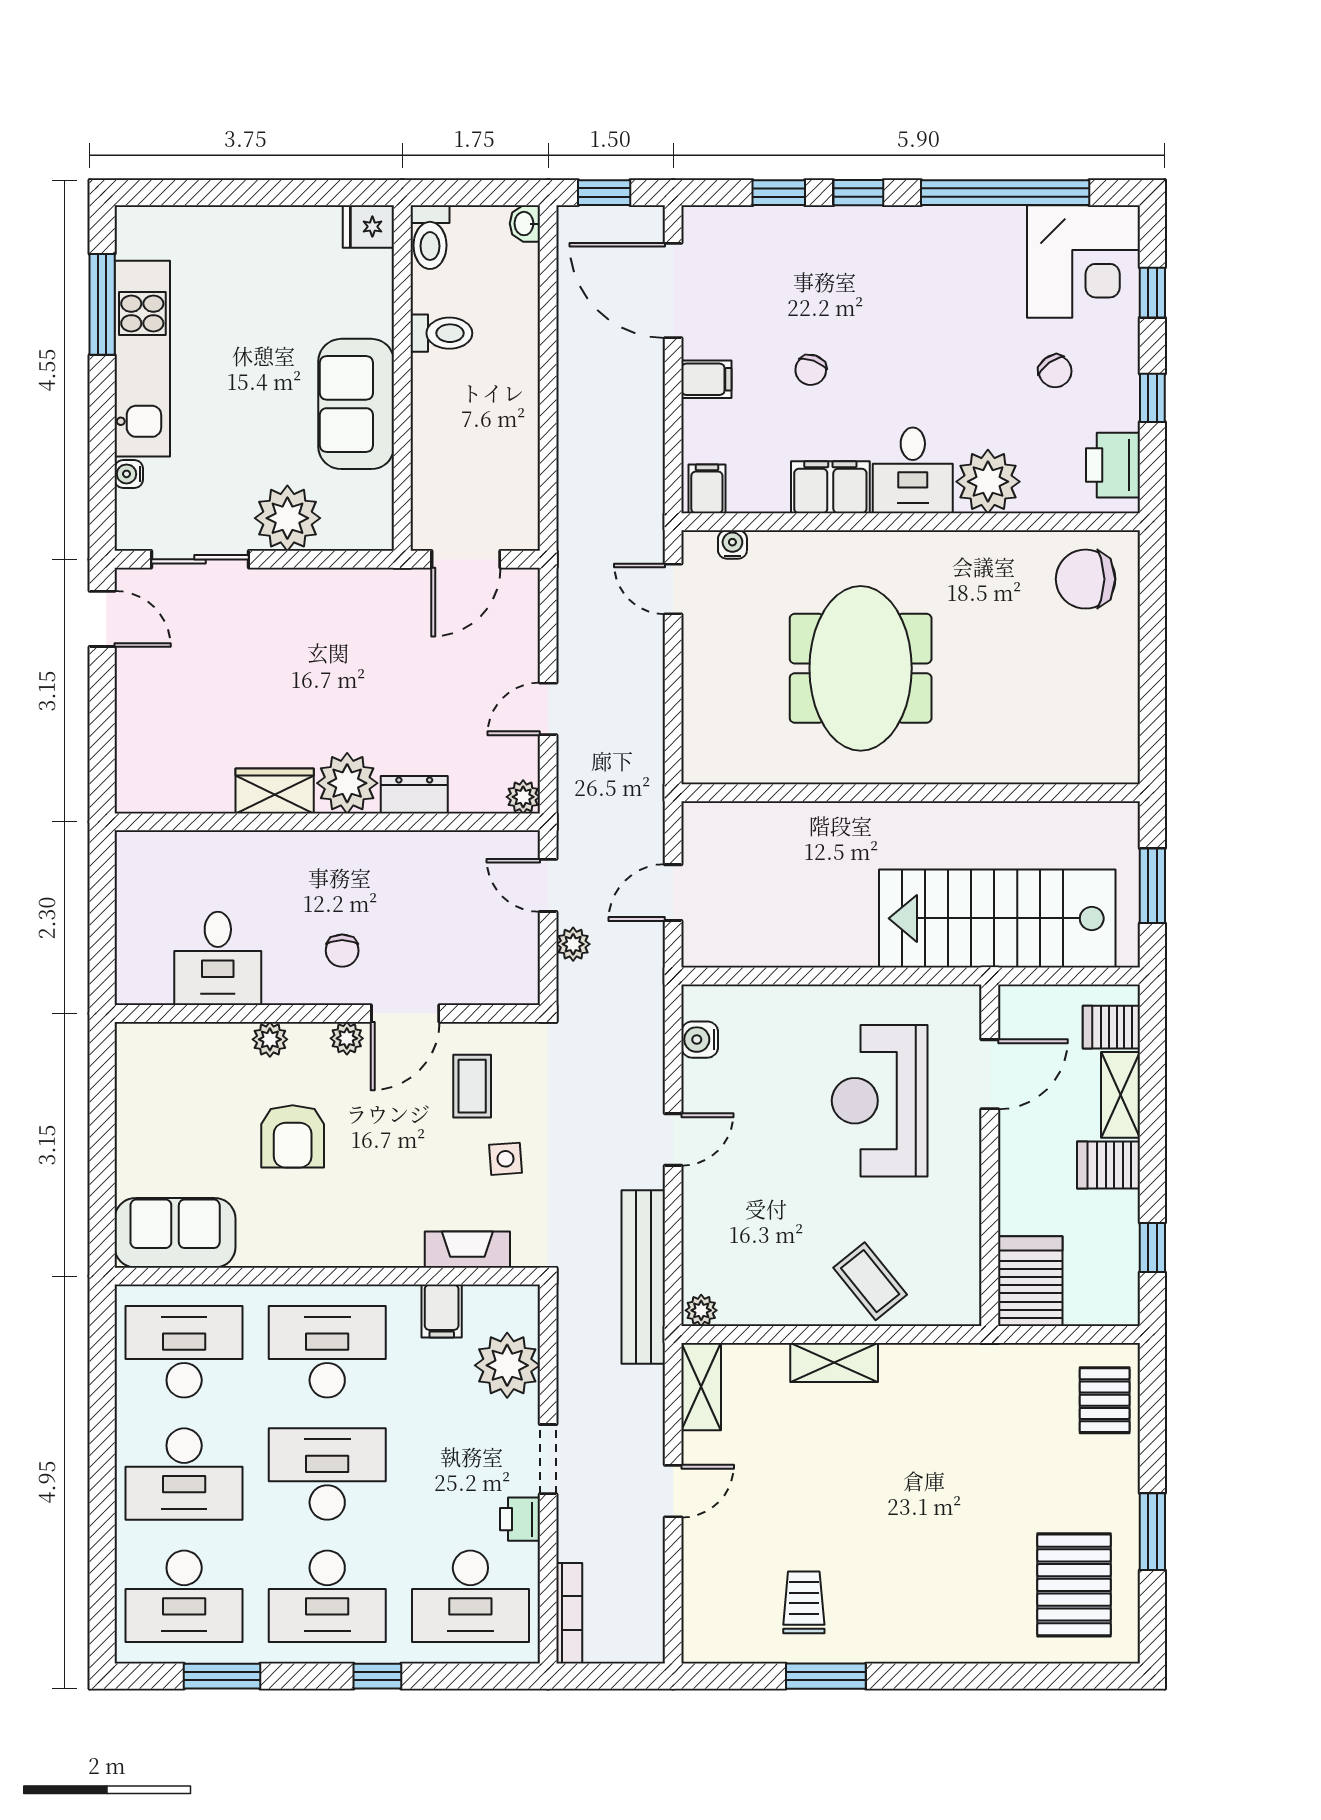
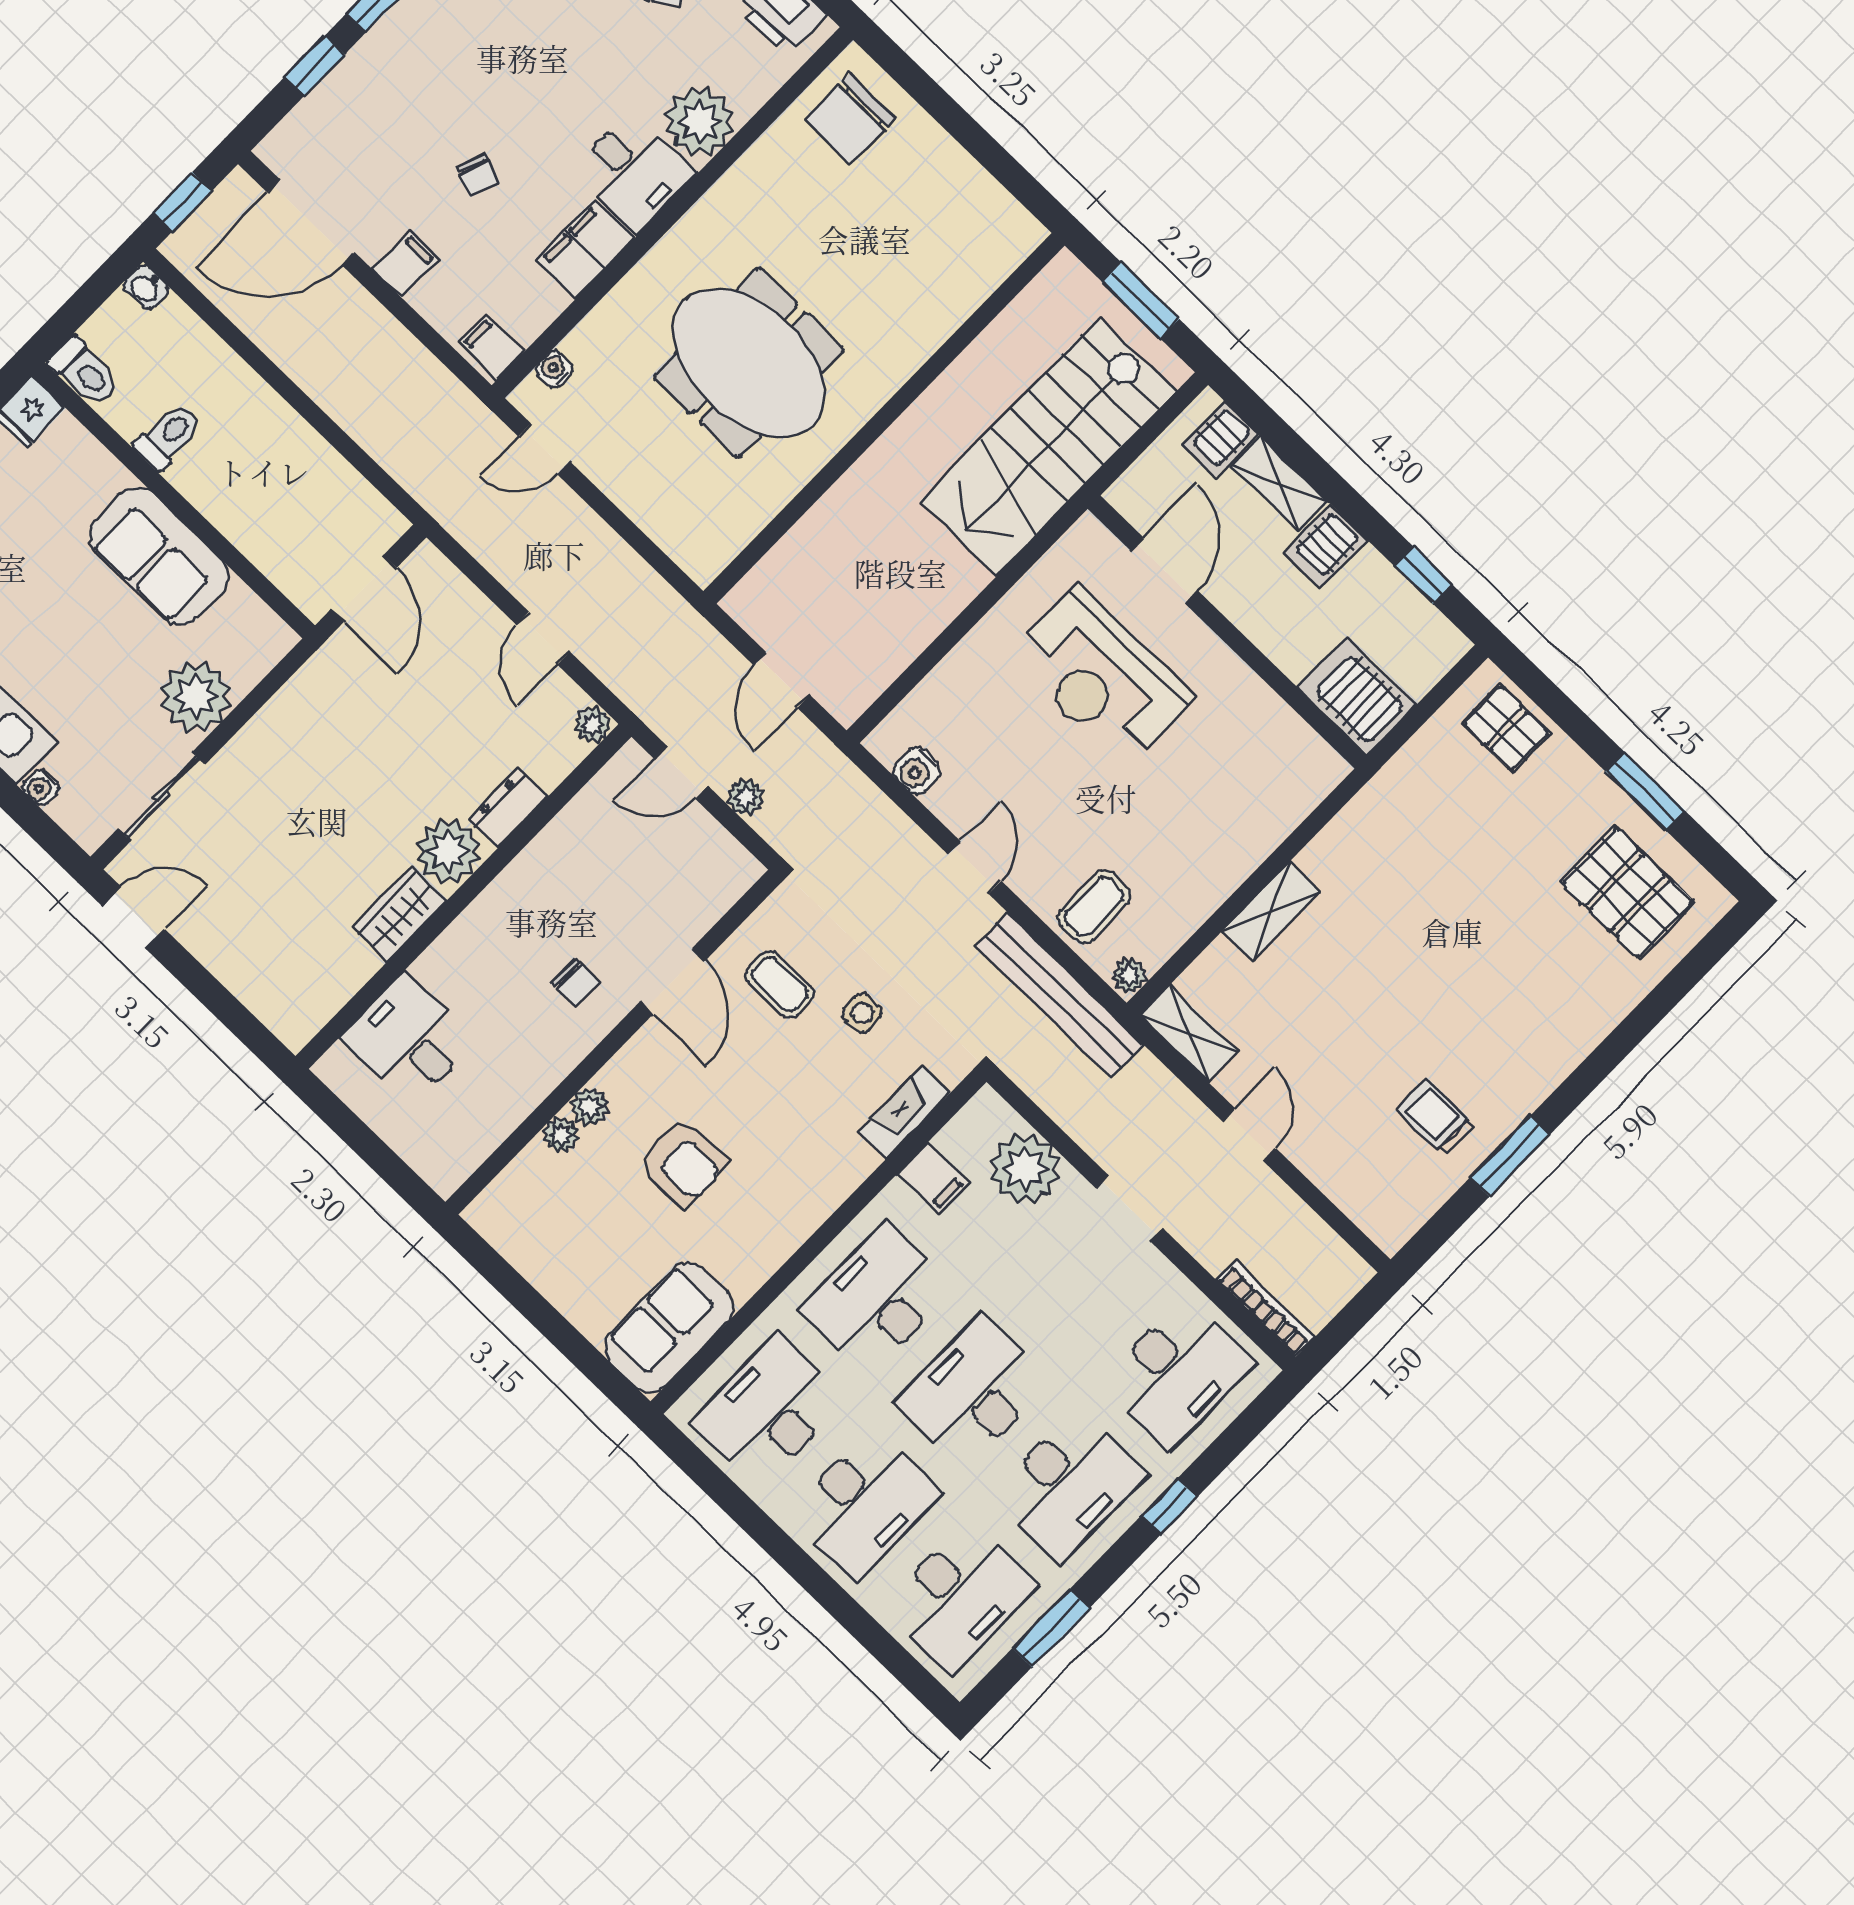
desk: (218, 958) -> (409, 1039), moved, turned 180
plant: (347, 1038) -> (561, 1135), moved
coffee table: (870, 1281) -> (1094, 906), moved, turned -51
printer: (520, 1519) -> (1155, 1276), removed

